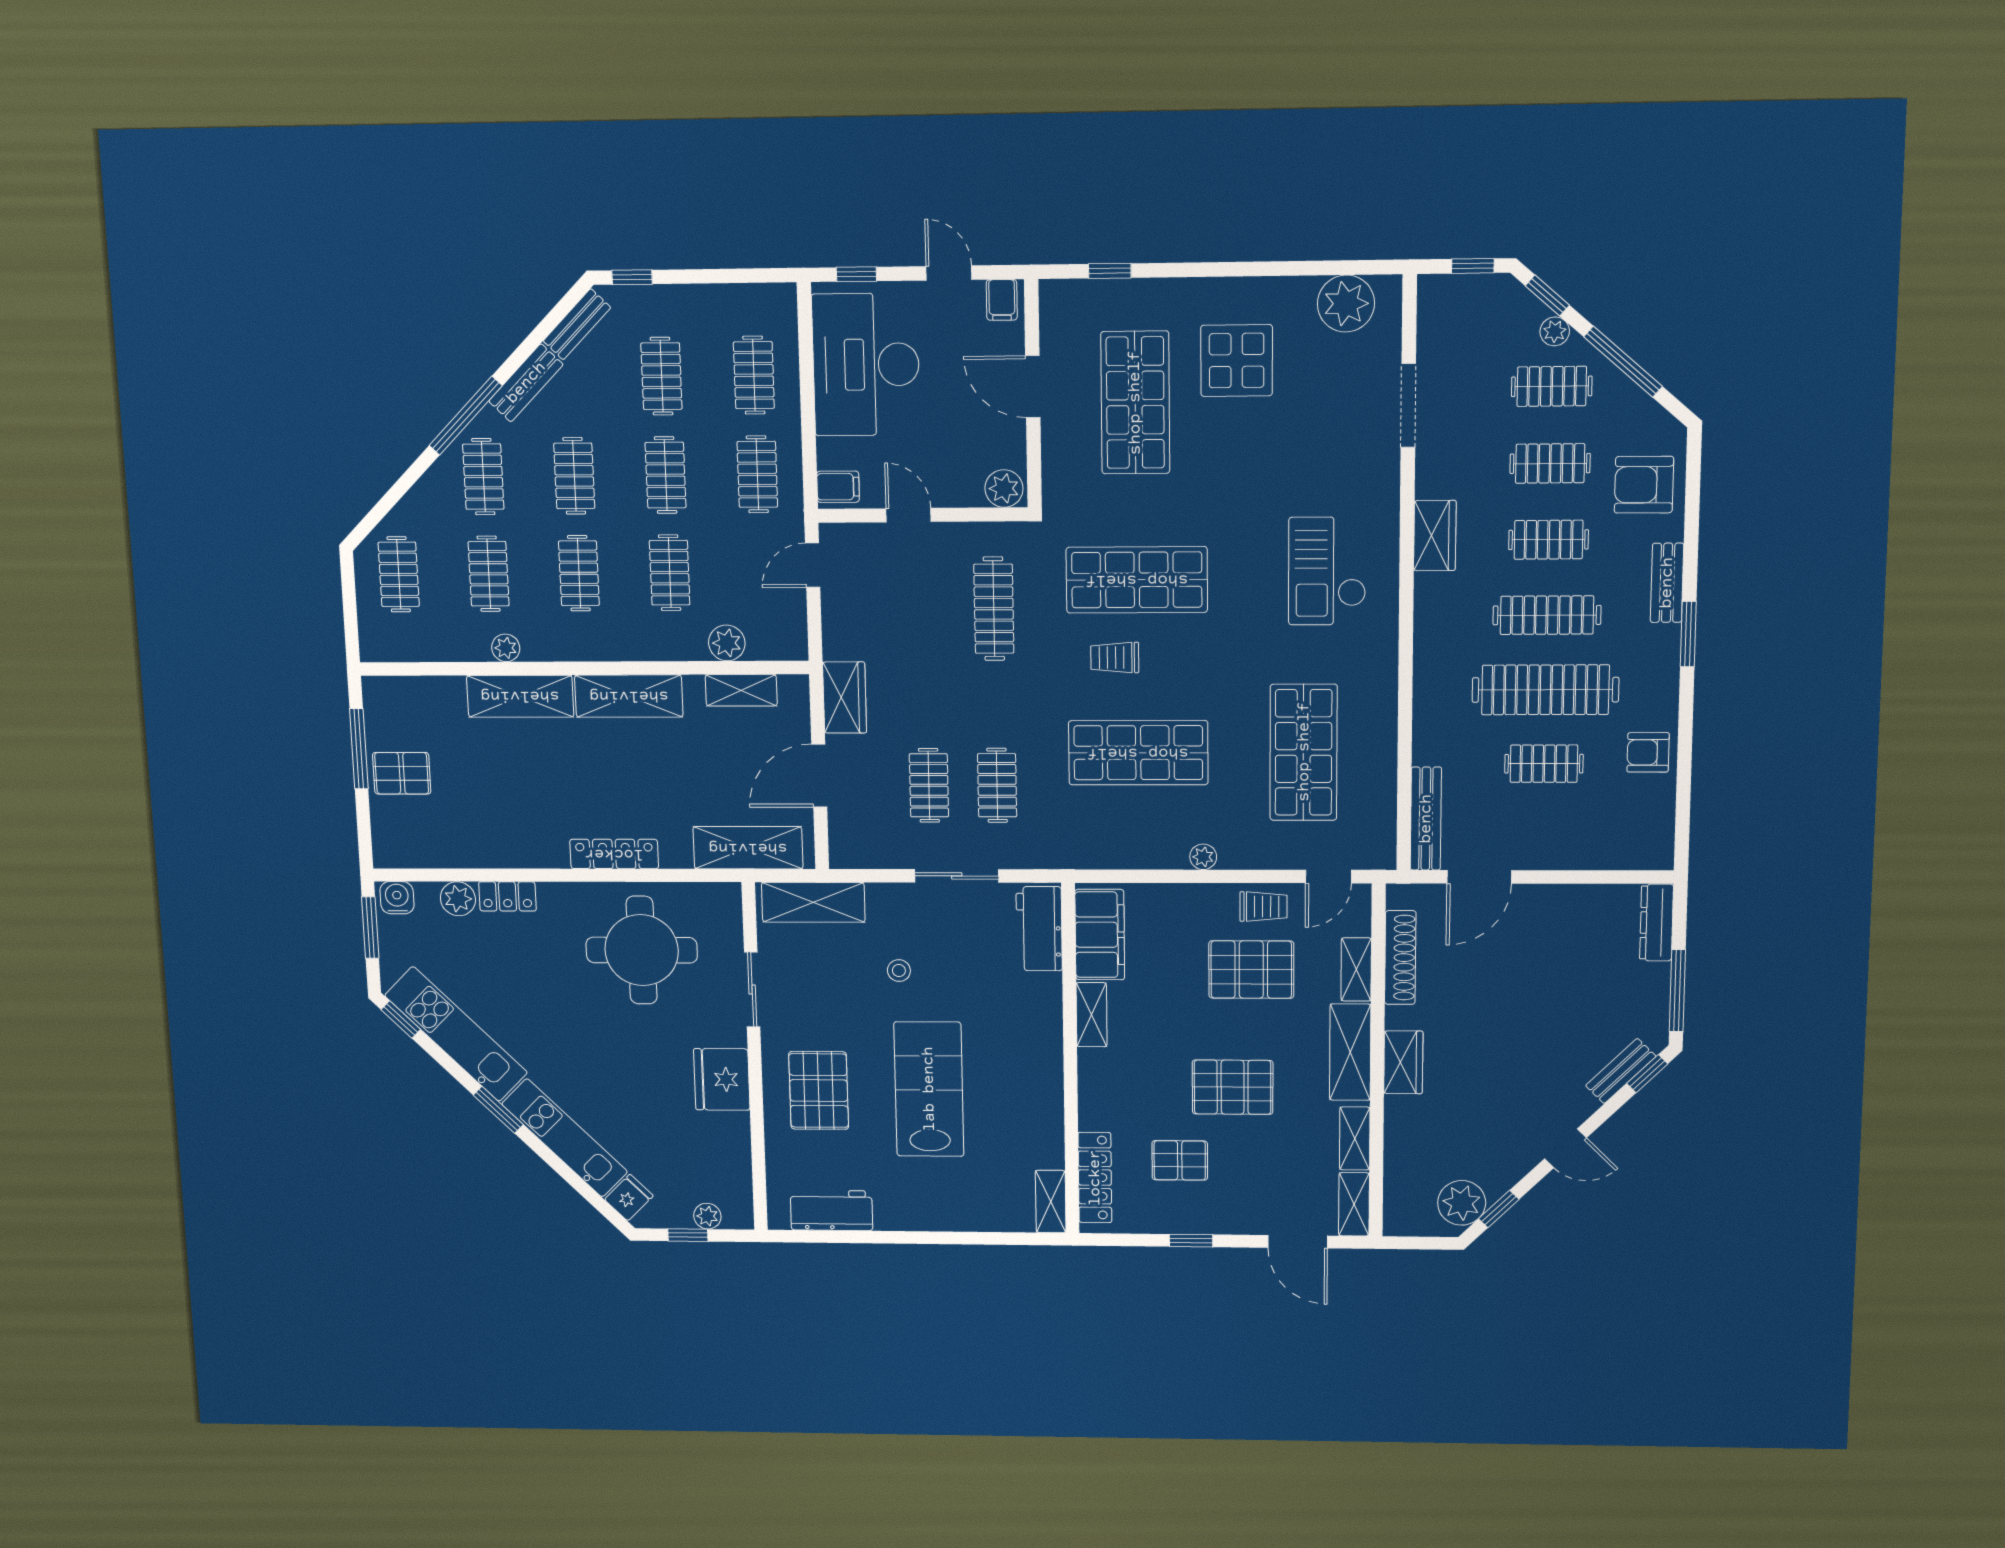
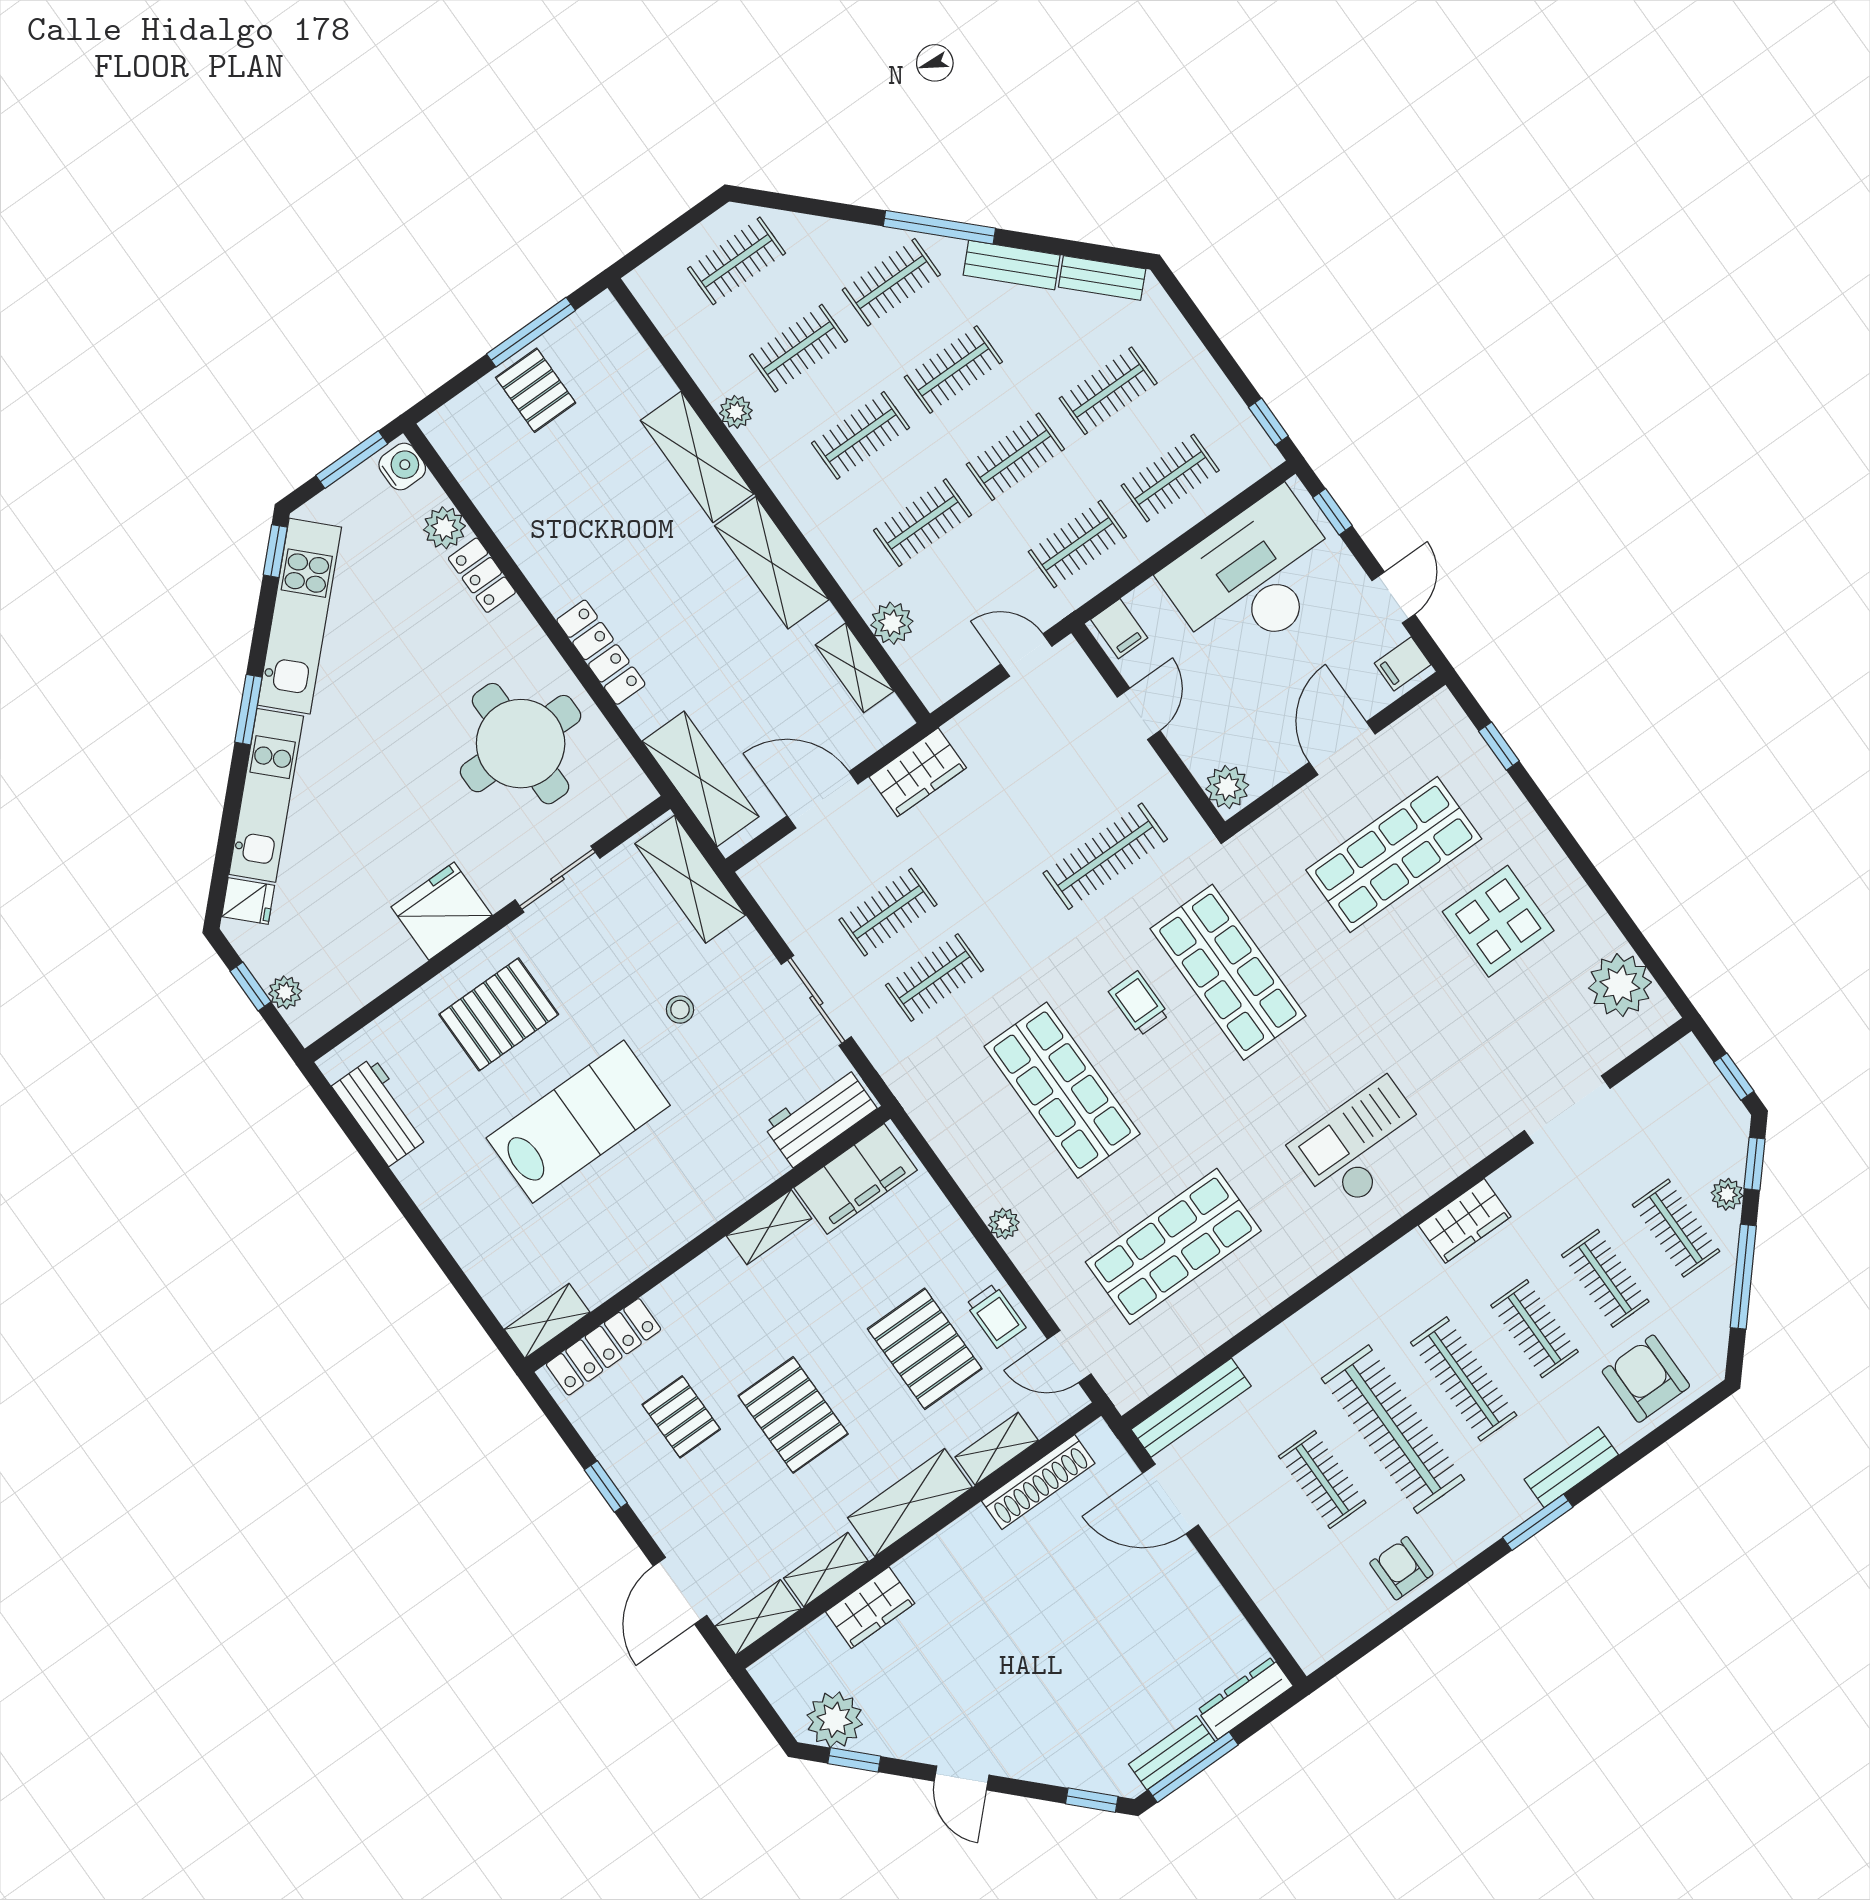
window: (632, 277) -> (1268, 422), moved
wardrobe: (1403, 1062) -> (870, 1608), moved
bench: (1621, 1071) -> (1172, 1753), moved, turned -45

